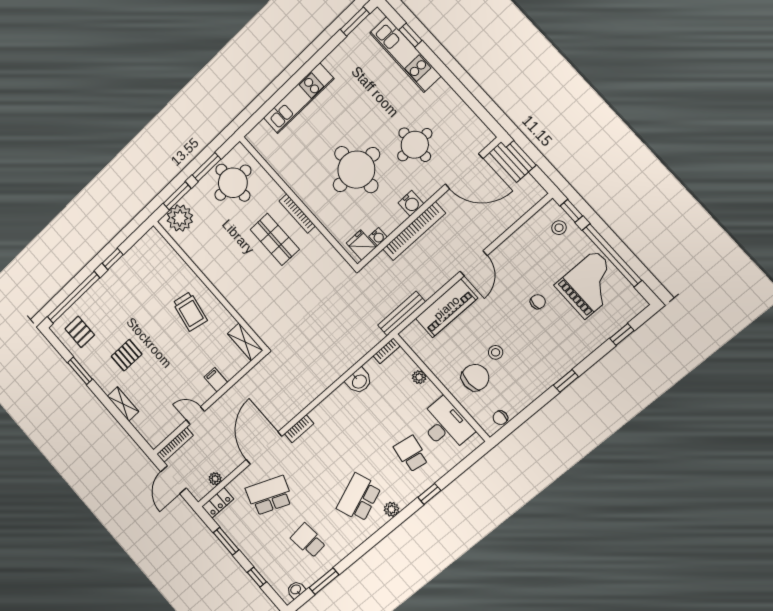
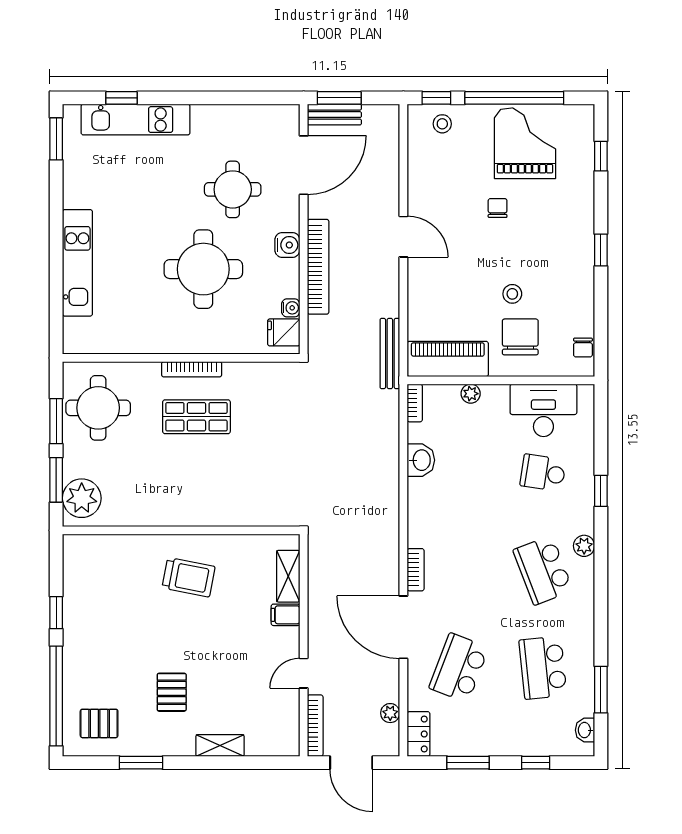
piano: (447, 308) -> (448, 359), moved, turned -90
shelving: (245, 342) -> (288, 576), moved, turned 90
school desk: (308, 541) -> (543, 668), width x1.85

